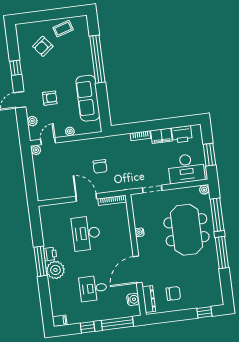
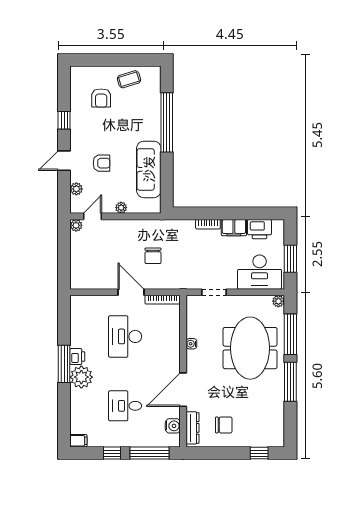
armchair: (43, 46) -> (101, 98), turned -52

